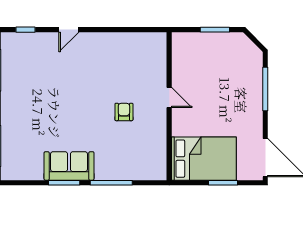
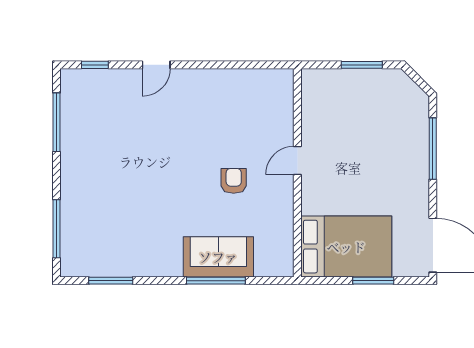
door: (169, 97) -> (297, 161), swing flipped
sofa: (69, 166) -> (218, 257), moved
window: (64, 183) -> (111, 281), moved

